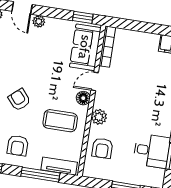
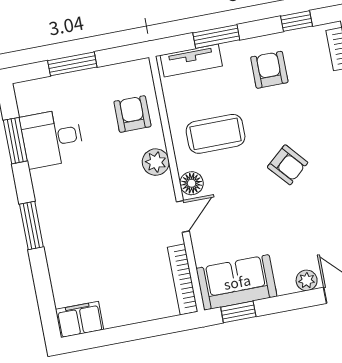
sofa: (85, 47) -> (237, 282), moved, turned -90
armchair: (19, 100) -> (288, 165), moved
window: (40, 175) -> (216, 36), width x0.69

